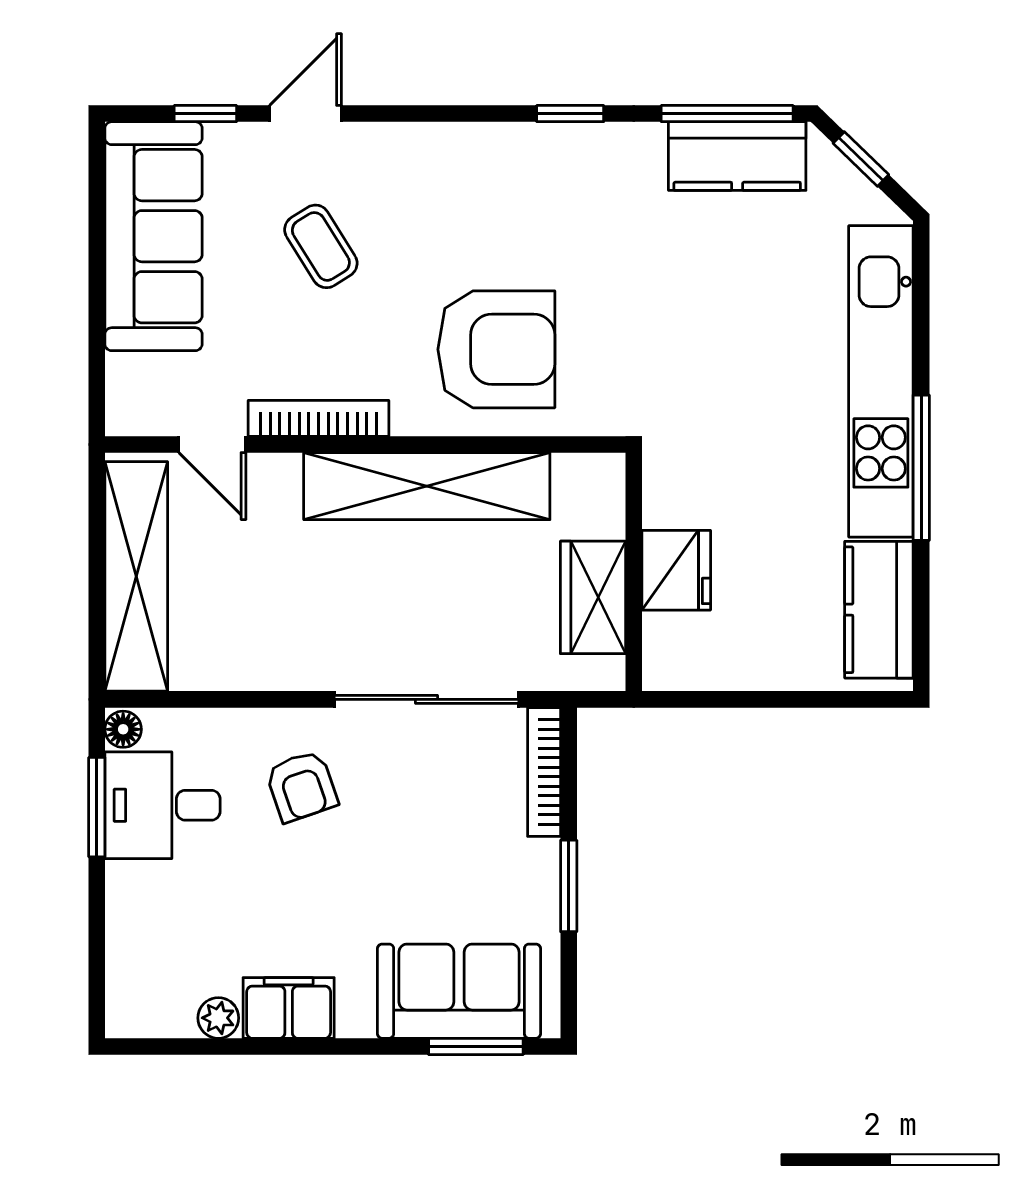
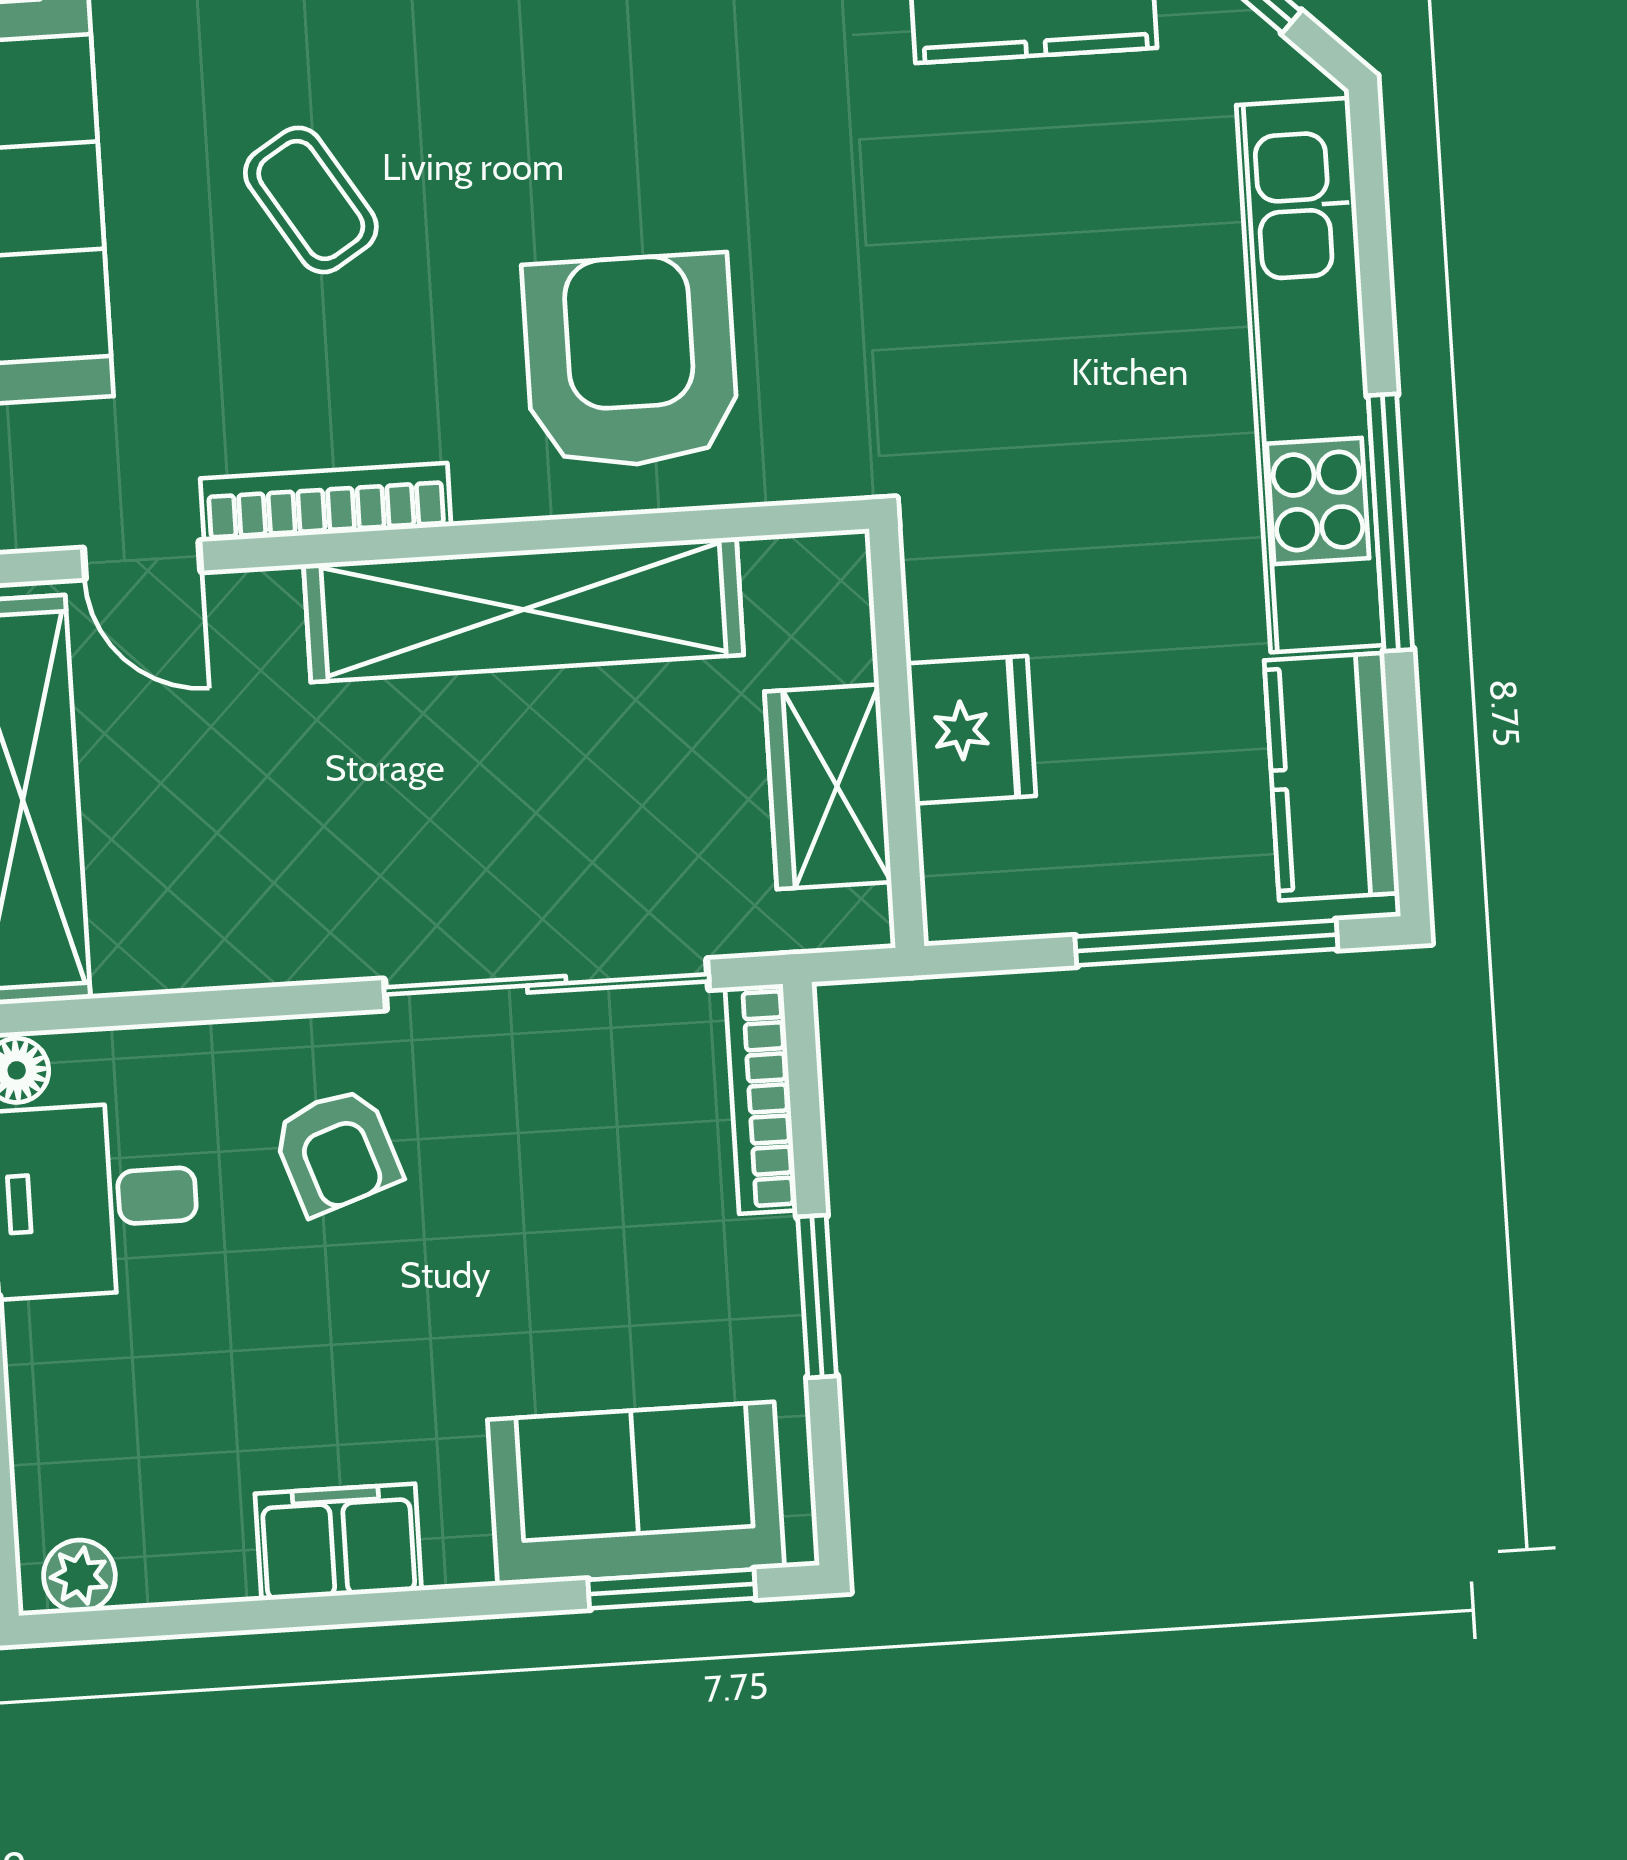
armchair: (496, 349) -> (631, 361), turned -90
window: (802, 699) -> (1206, 943), added
plant: (218, 1018) -> (79, 1576), moved

